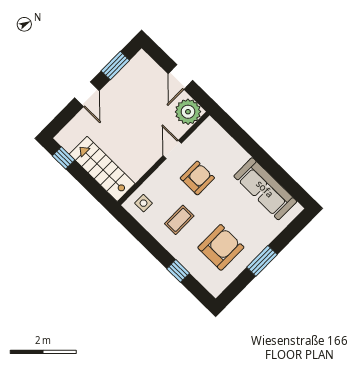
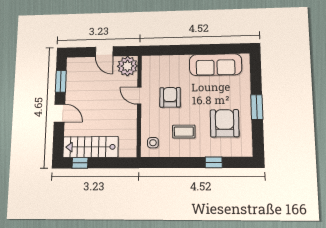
stairs: (102, 169) -> (91, 147), moved
coffee table: (179, 220) -> (184, 132), turned 90

